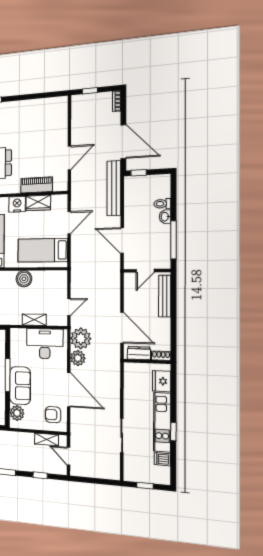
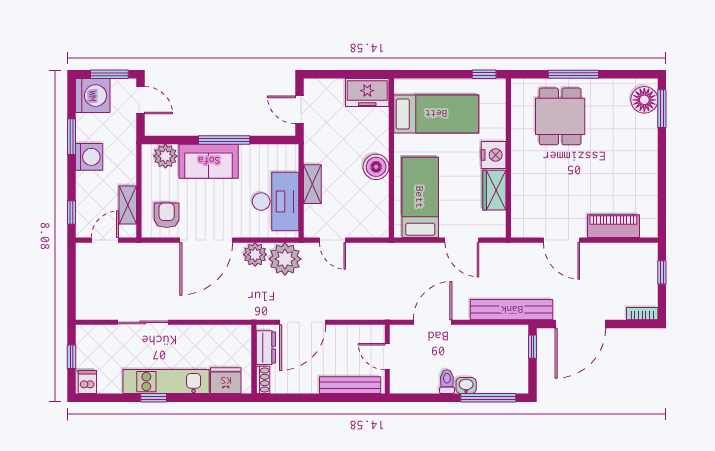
piano: (37, 185) -> (613, 226), moved, turned -90
toilet: (162, 204) -> (447, 382), moved
window: (174, 240) -> (488, 398), moved
dishwasher: (162, 459) -> (87, 382), moved
washing machine: (17, 462) -> (89, 157), added
window: (40, 475) -> (72, 212), moved

